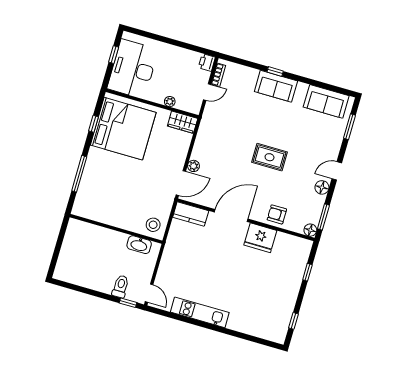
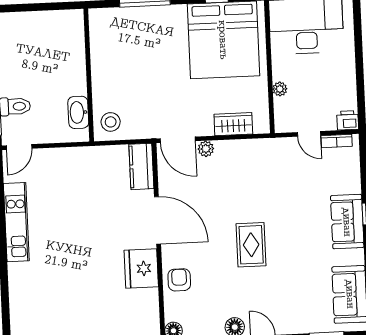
wardrobe: (183, 122) -> (233, 124), moved, turned 90

